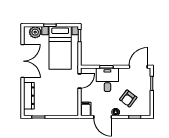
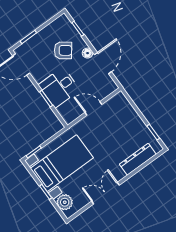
double door: (23, 61) -> (106, 193), width x0.73
door: (79, 81) -> (93, 108), moved
filing cabinet: (86, 109) -> (108, 88), removed

